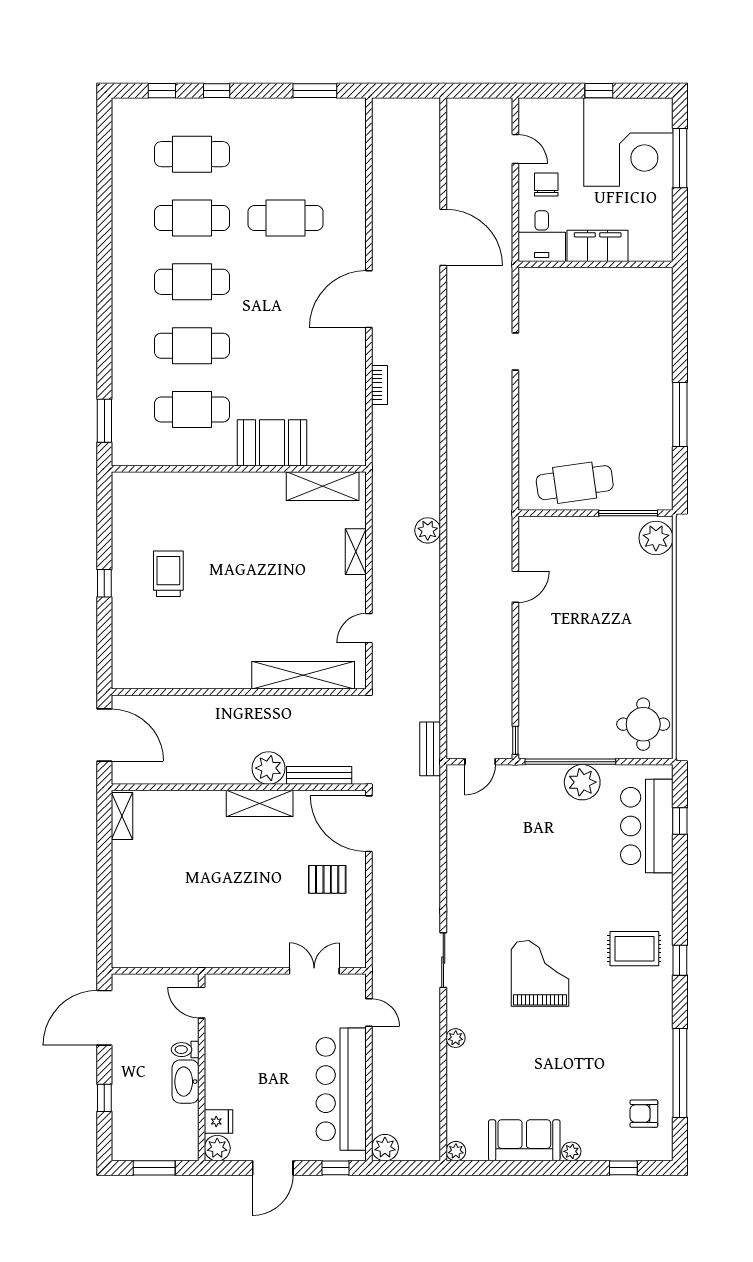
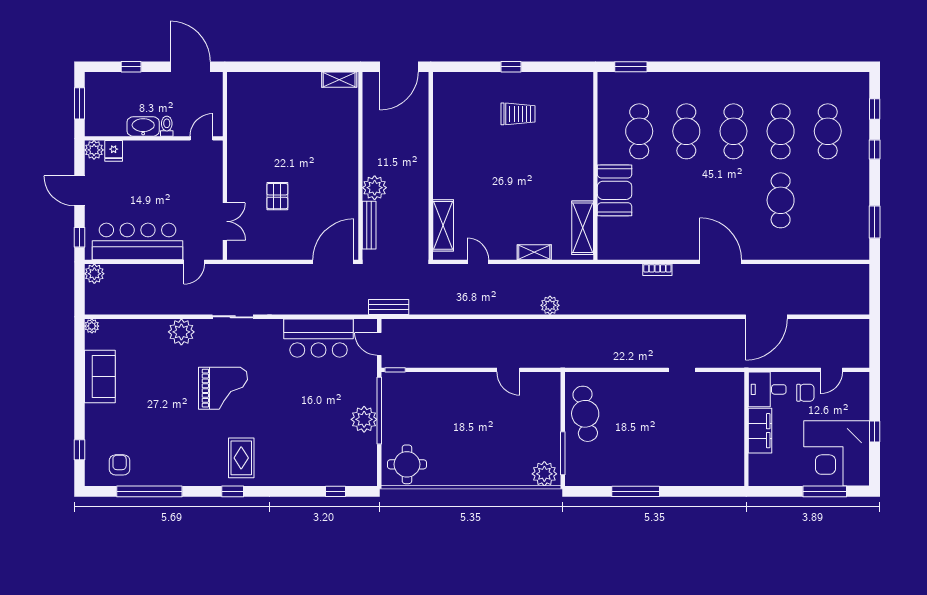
shelving: (303, 675) -> (443, 225), width x0.68
shelving: (260, 803) -> (349, 181), removed
bar counter: (647, 826) -> (319, 338), moved, turned 180
pallet: (327, 879) -> (277, 196), moved
plant: (456, 1038) -> (181, 332), width x1.87, depth x1.87
plant: (571, 1151) -> (92, 411), removed

